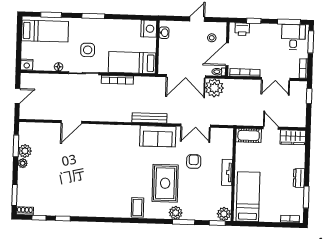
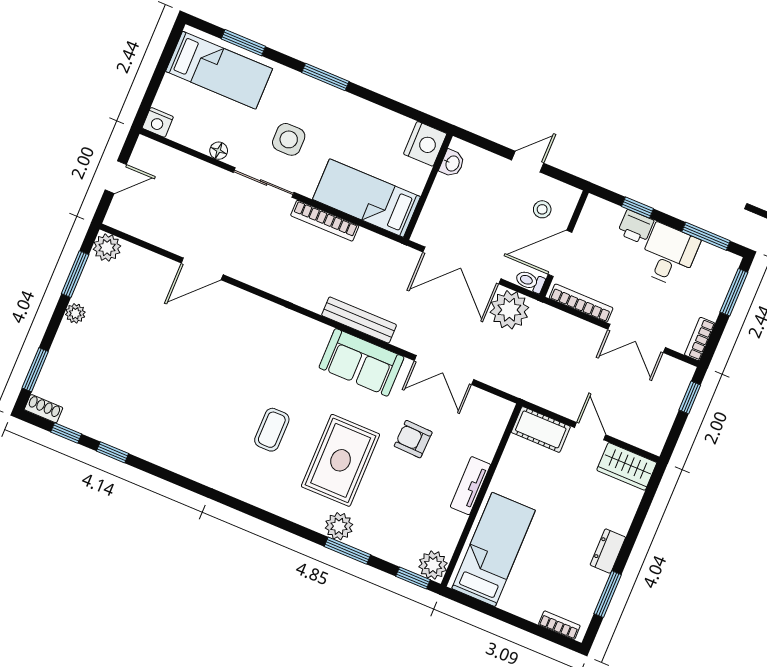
printer: (242, 29) -> (636, 227), moved
desk: (293, 37) -> (669, 255), moved
plant: (25, 151) -> (107, 248), moved
armchair: (194, 161) -> (413, 439), turned -88
coffee table: (137, 207) -> (272, 430), moved

